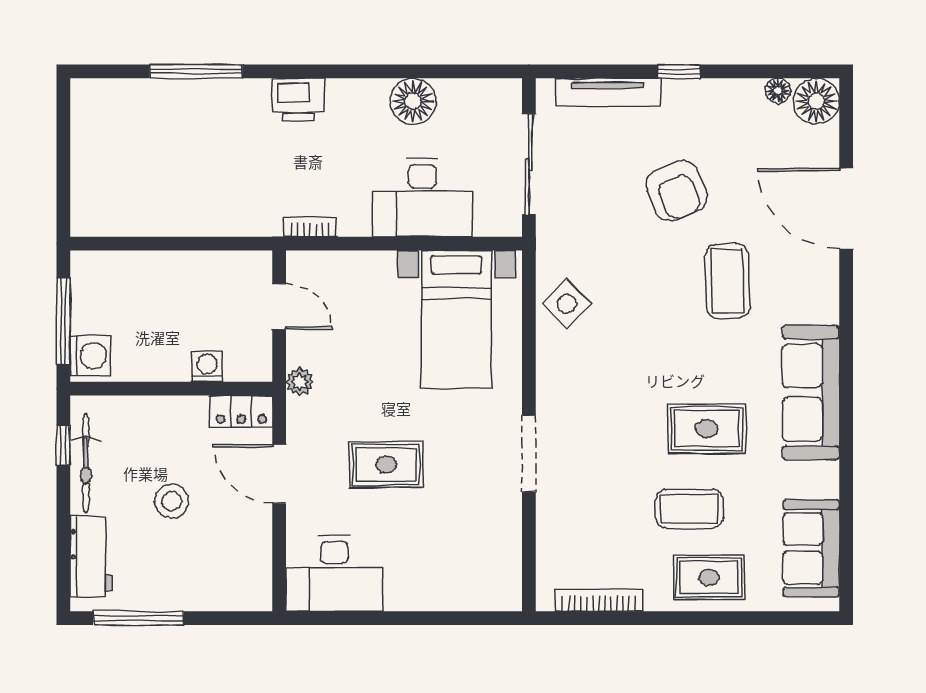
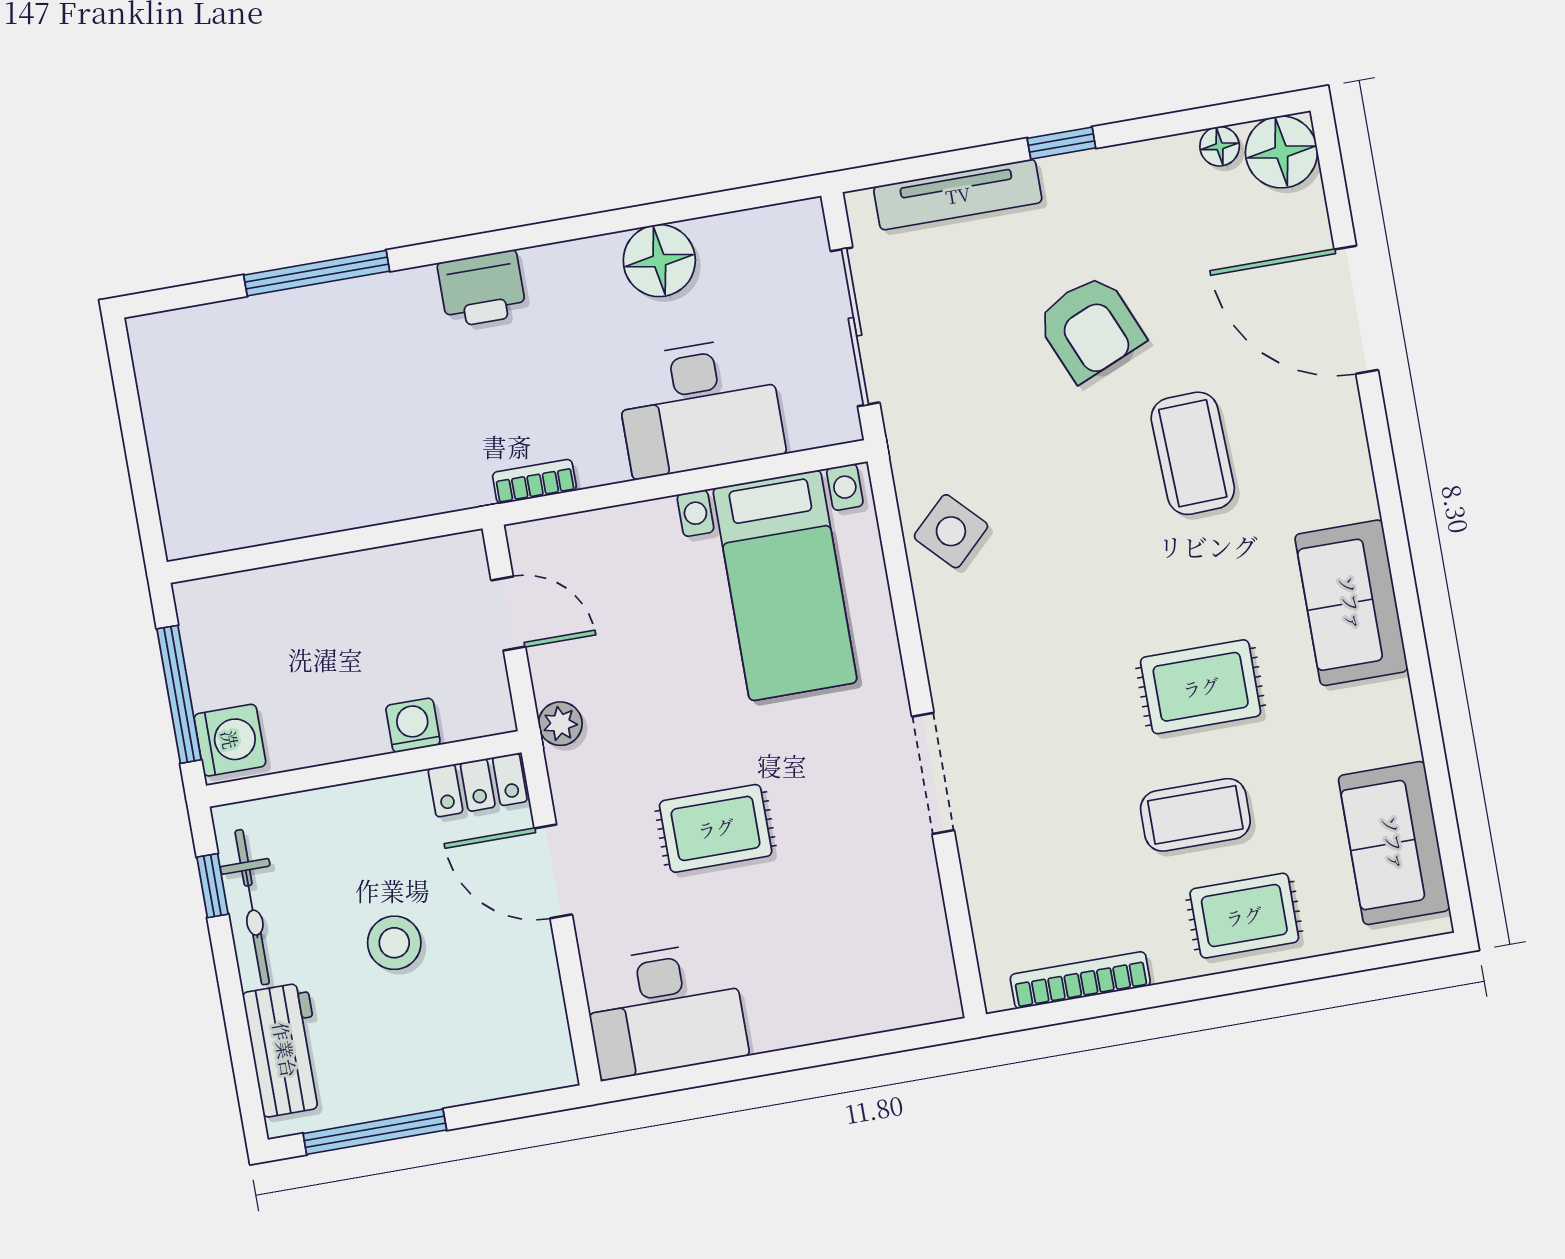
sofa: (811, 392) -> (1351, 603), width x0.73

